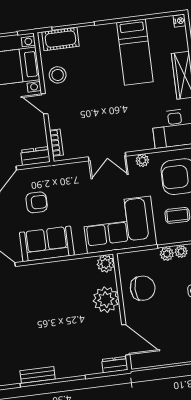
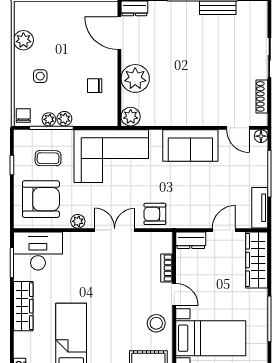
bookcase: (56, 143) -> (167, 268), moved
armchair: (37, 202) -> (155, 214), moved
chair: (143, 288) -> (95, 86), width x0.54, depth x0.54

